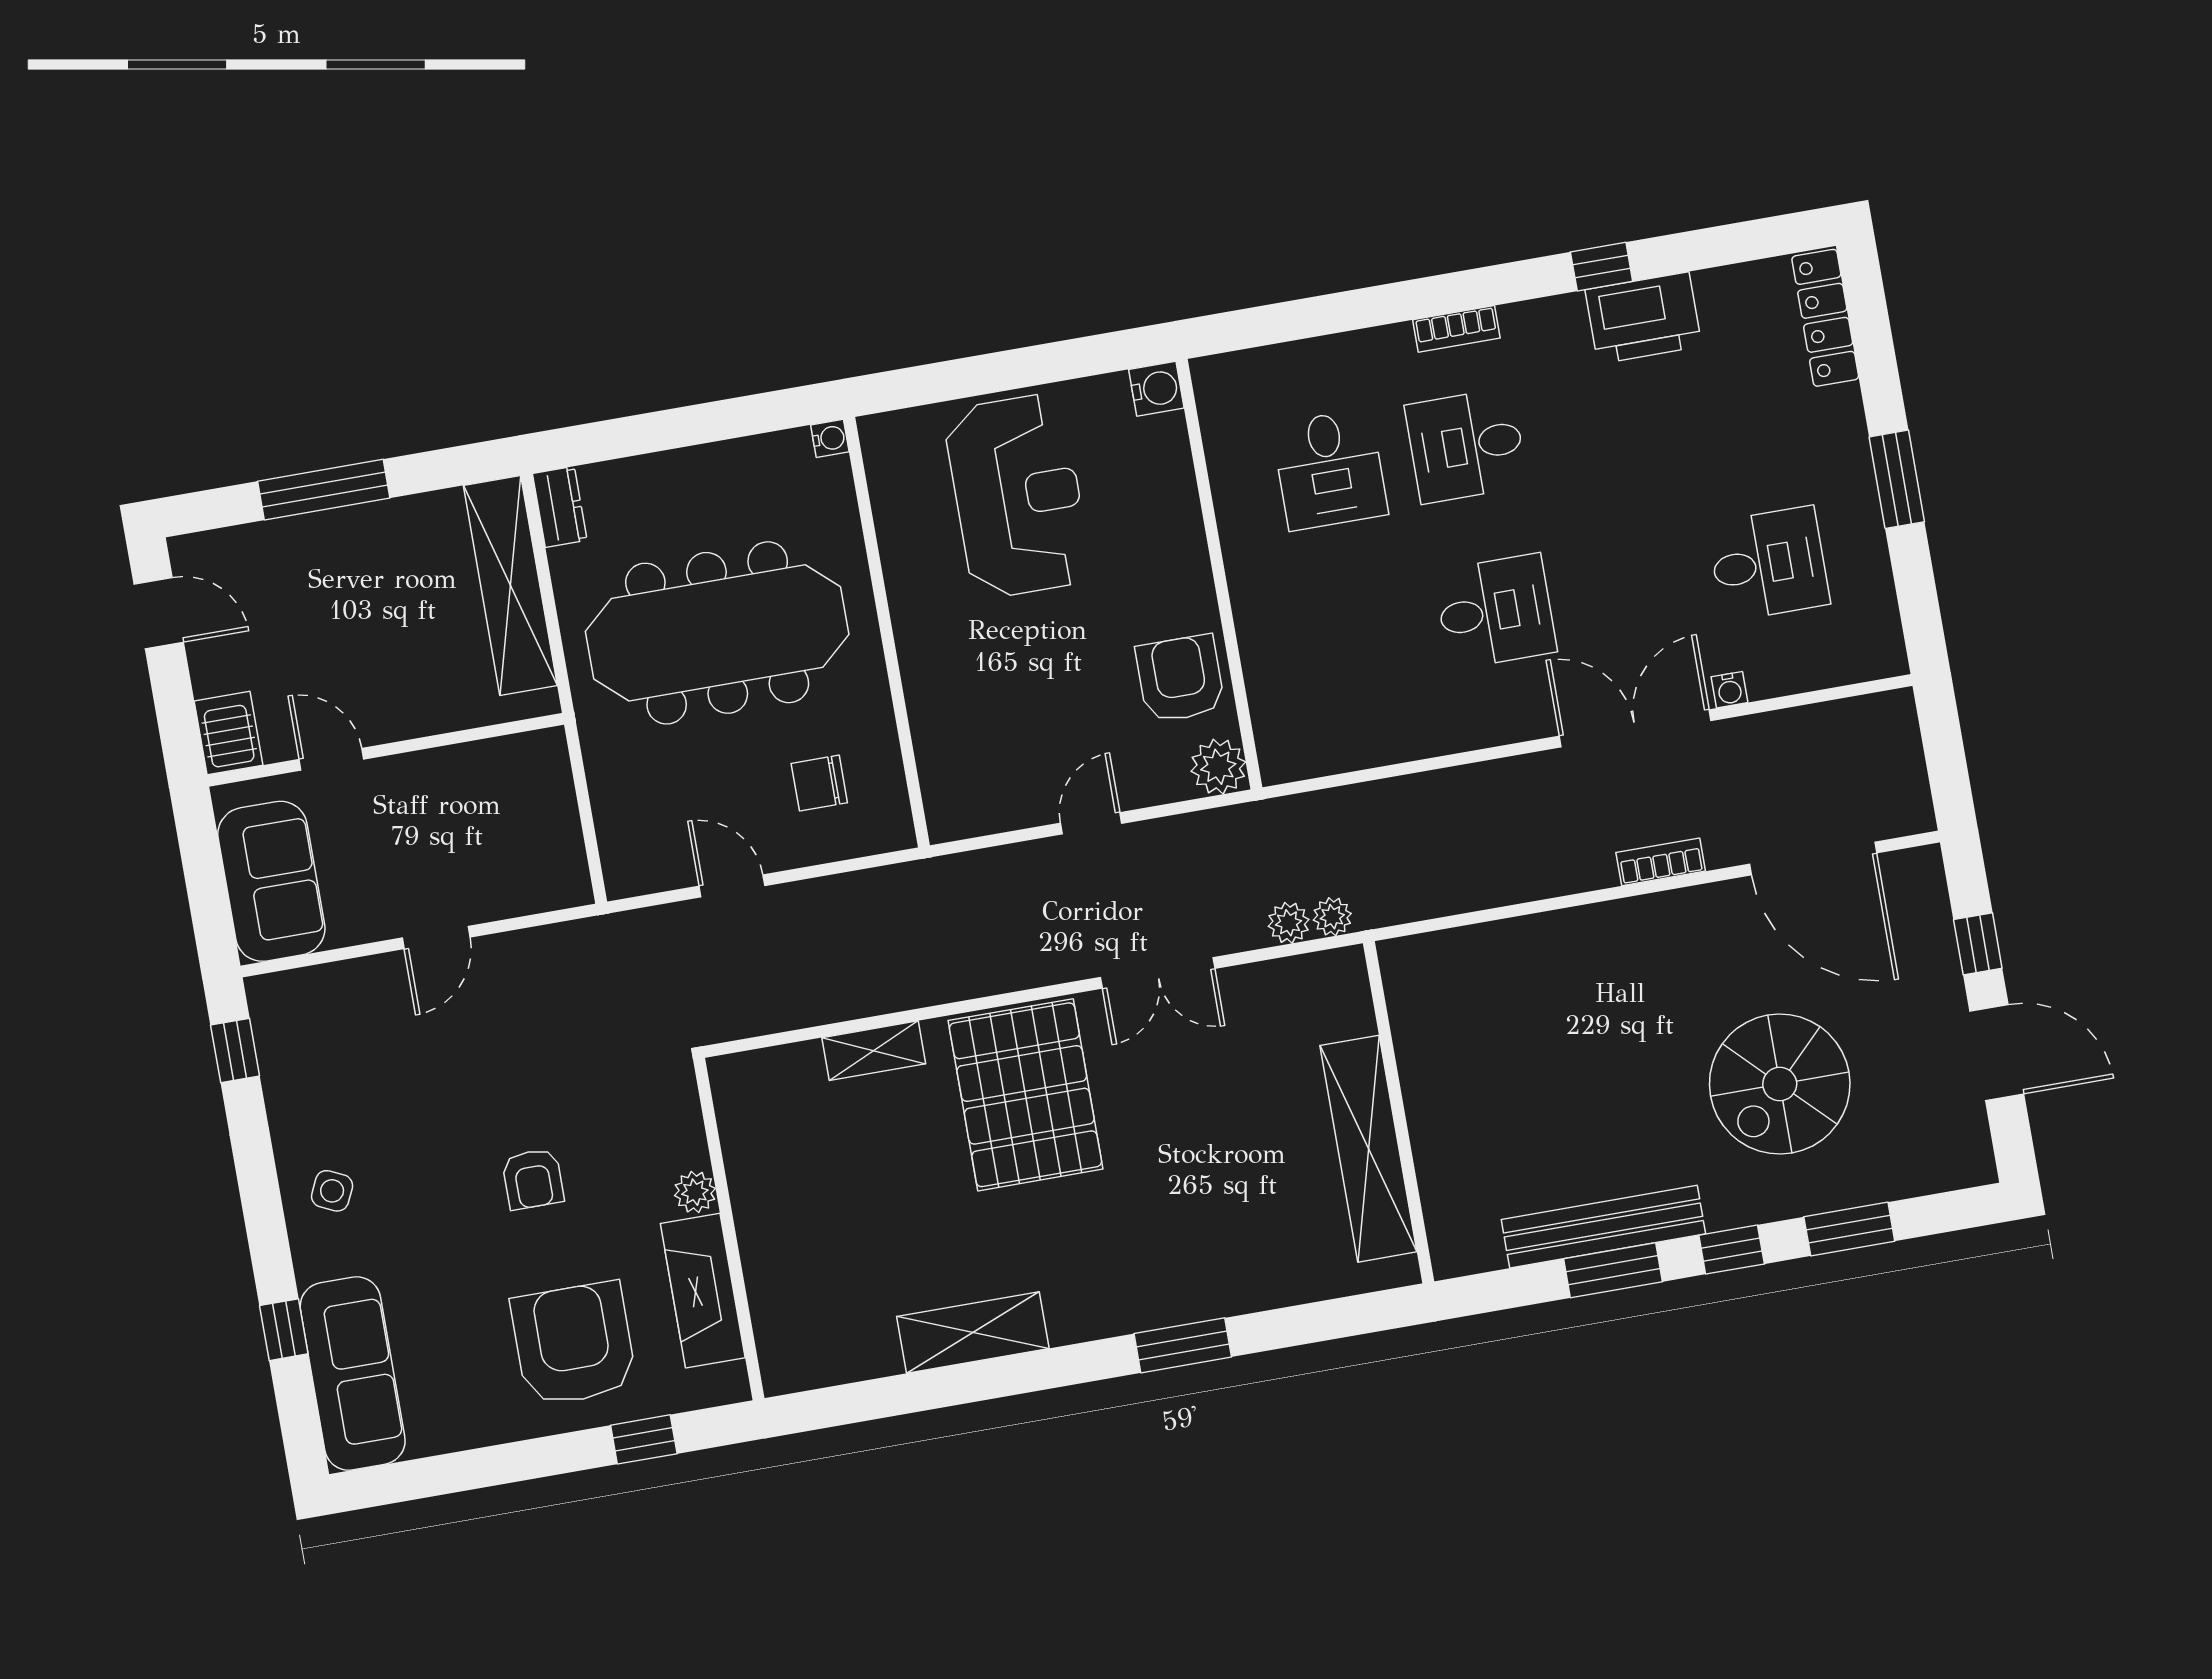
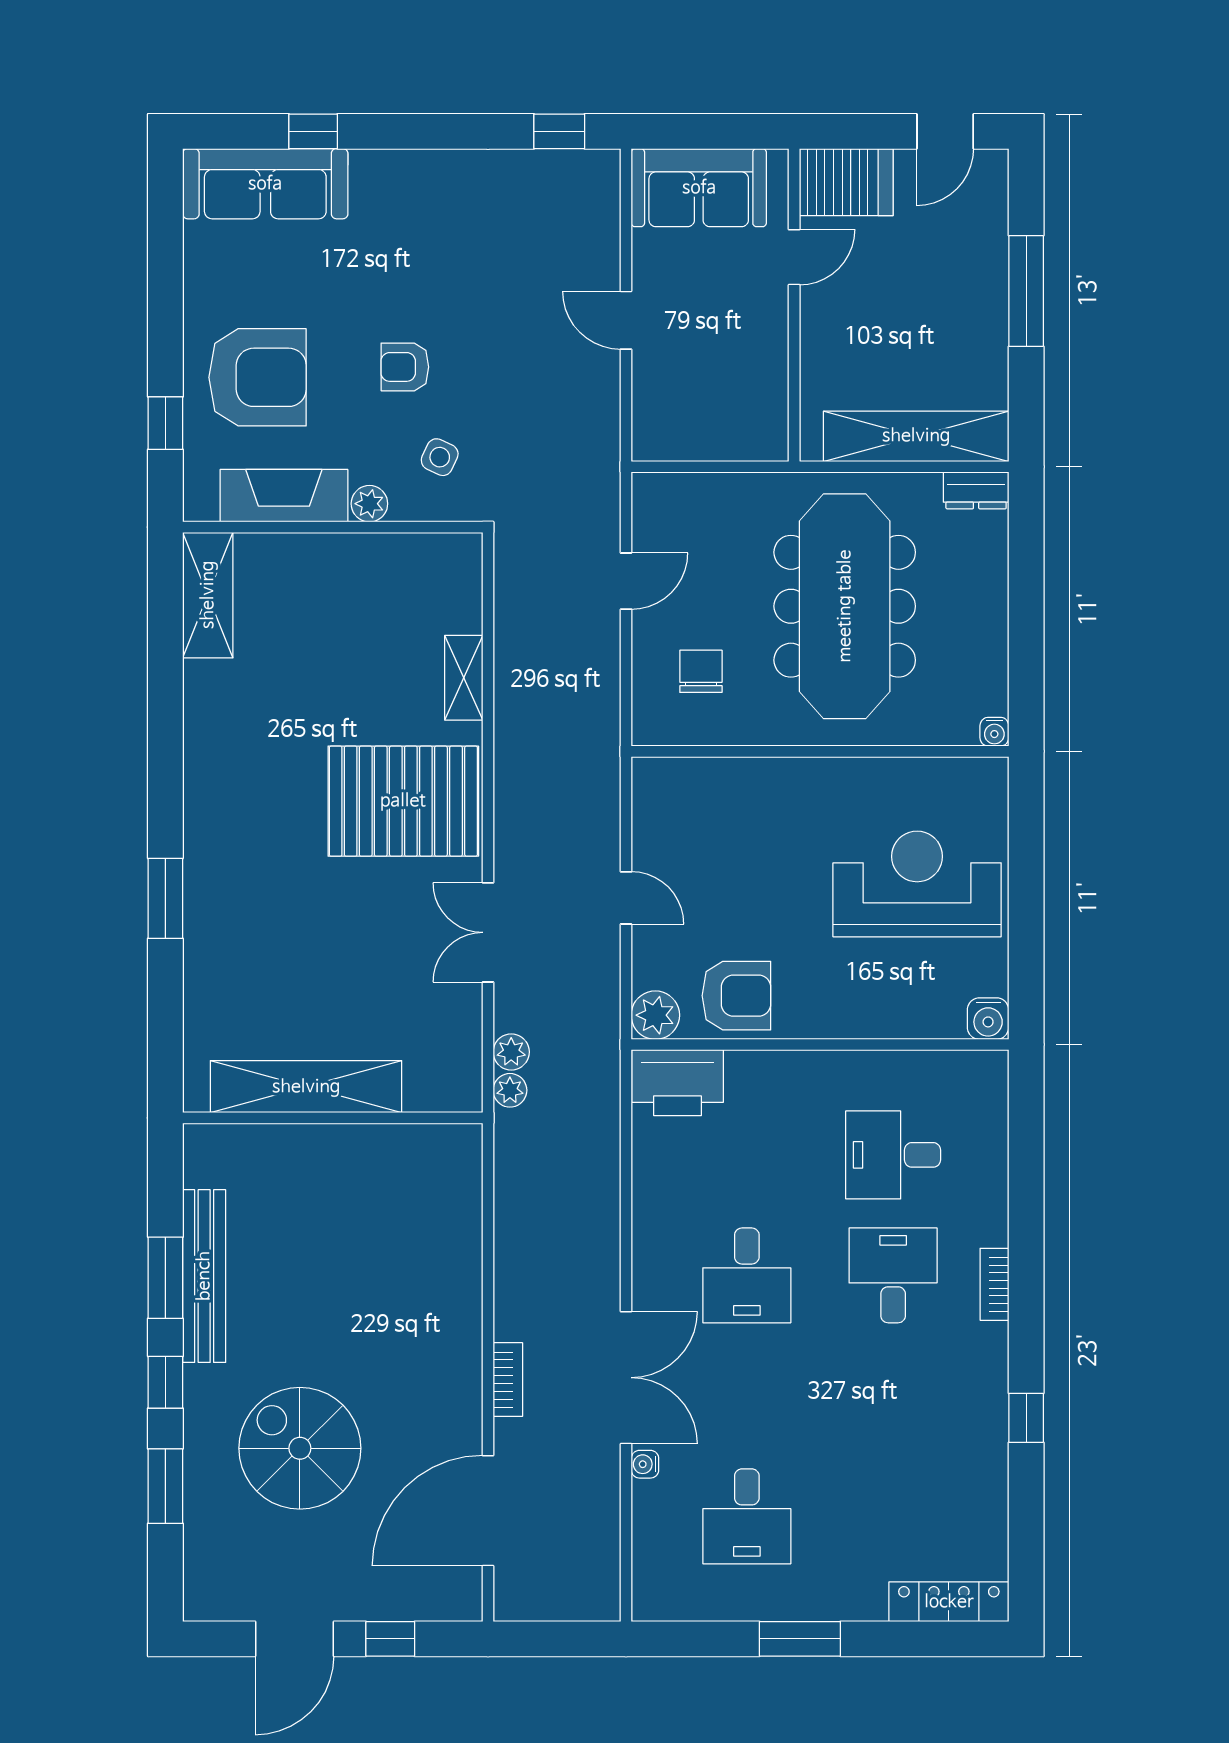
printer: (1643, 318) -> (678, 1083), moved, turned -90
reception desk: (1018, 496) -> (917, 884), turned 180
server rack: (229, 733) -> (846, 182), width x1.36, depth x1.44
side table: (332, 1191) -> (440, 457), moved
shelving: (973, 1332) -> (208, 595), moved

